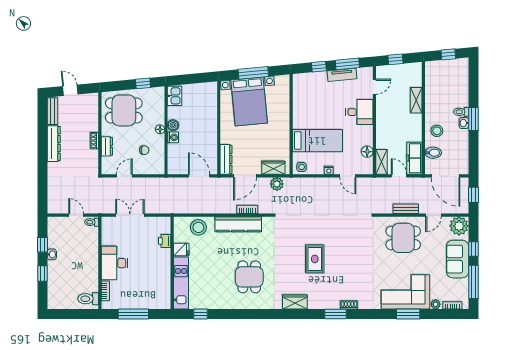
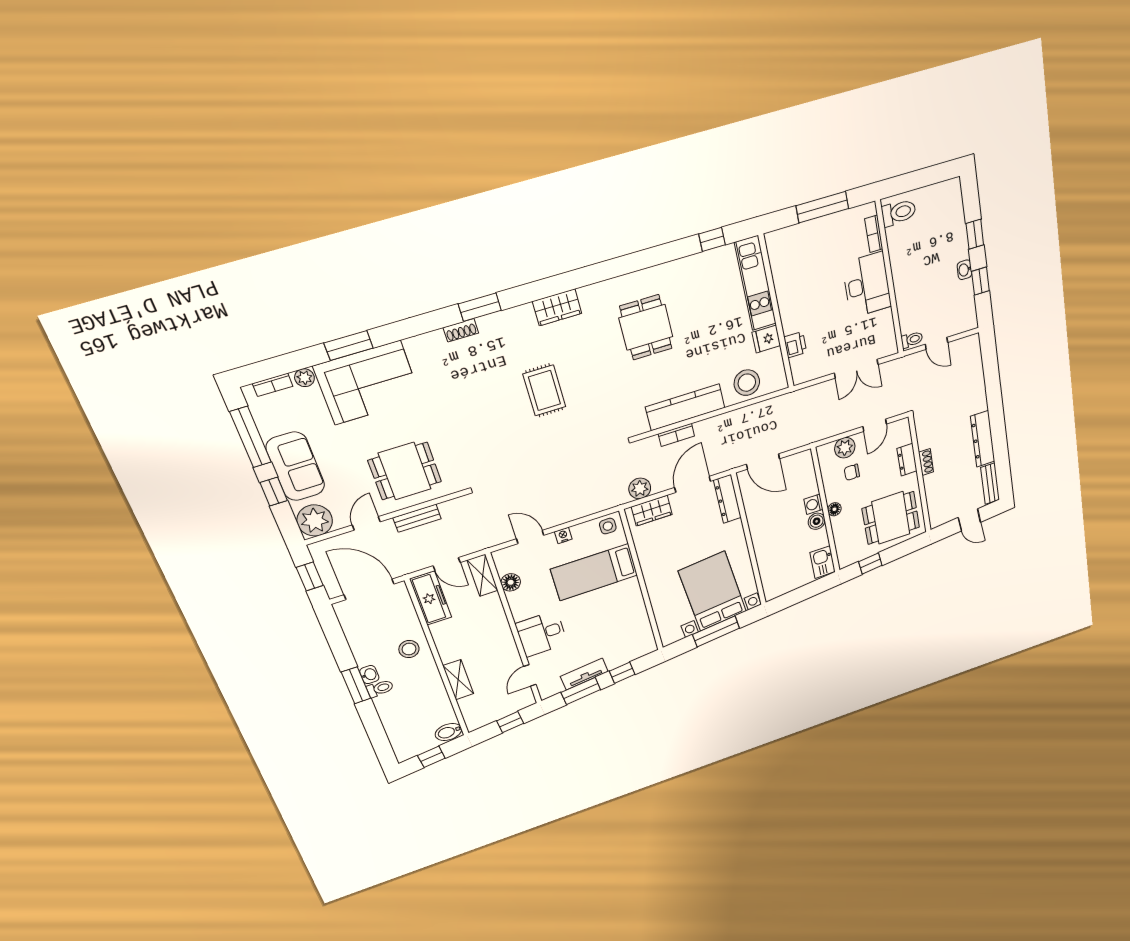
bidet: (433, 153) -> (448, 732), moved
plant: (146, 168) -> (845, 448), added

